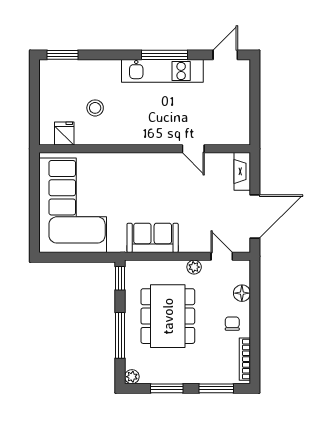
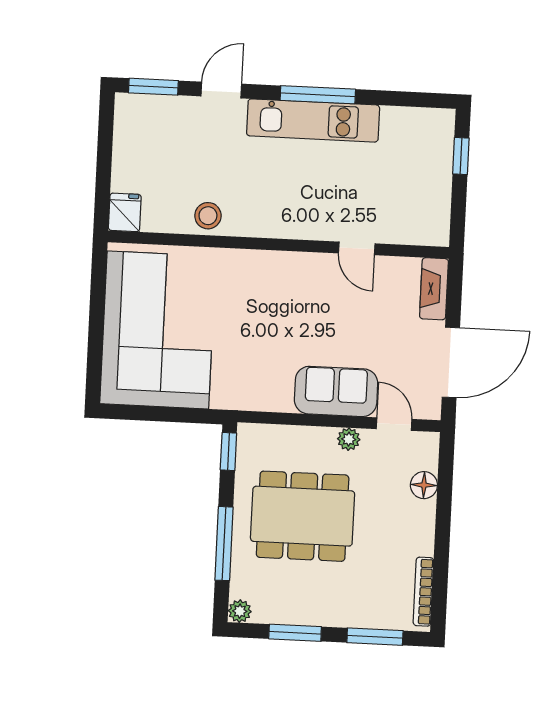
door: (225, 55) -> (221, 90), moved
window: (255, 88) -> (461, 156), added
stool: (95, 108) -> (208, 216), moved
fridge: (64, 134) -> (125, 212), moved
sofa: (153, 238) -> (336, 391), moved
dining table: (168, 316) -> (303, 516), turned 90
chair: (232, 324) -> (406, 533), removed

